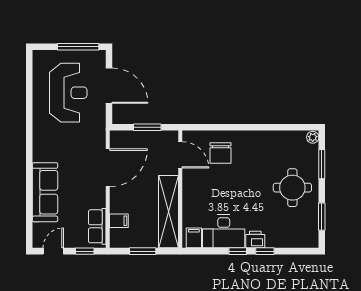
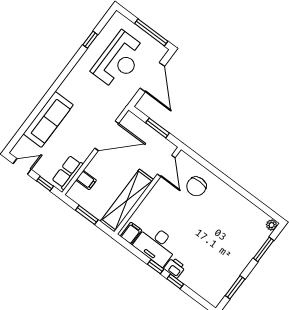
window: (29, 94) -> (90, 40), added
round table: (292, 188) -> (230, 250), removed

